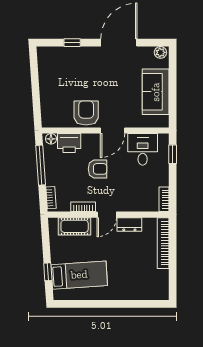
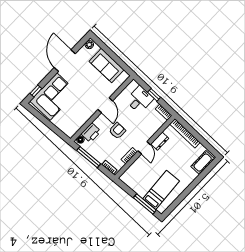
window: (72, 43) -> (36, 91), moved
corner sofa: (69, 67) -> (53, 97), added
armchair: (86, 113) -> (84, 110), removed
desk: (143, 149) -> (140, 100), moved, turned 90
window: (173, 154) -> (154, 95), moved
cot: (75, 226) -> (203, 163), moved
window: (48, 272) -> (145, 204), width x2.17

